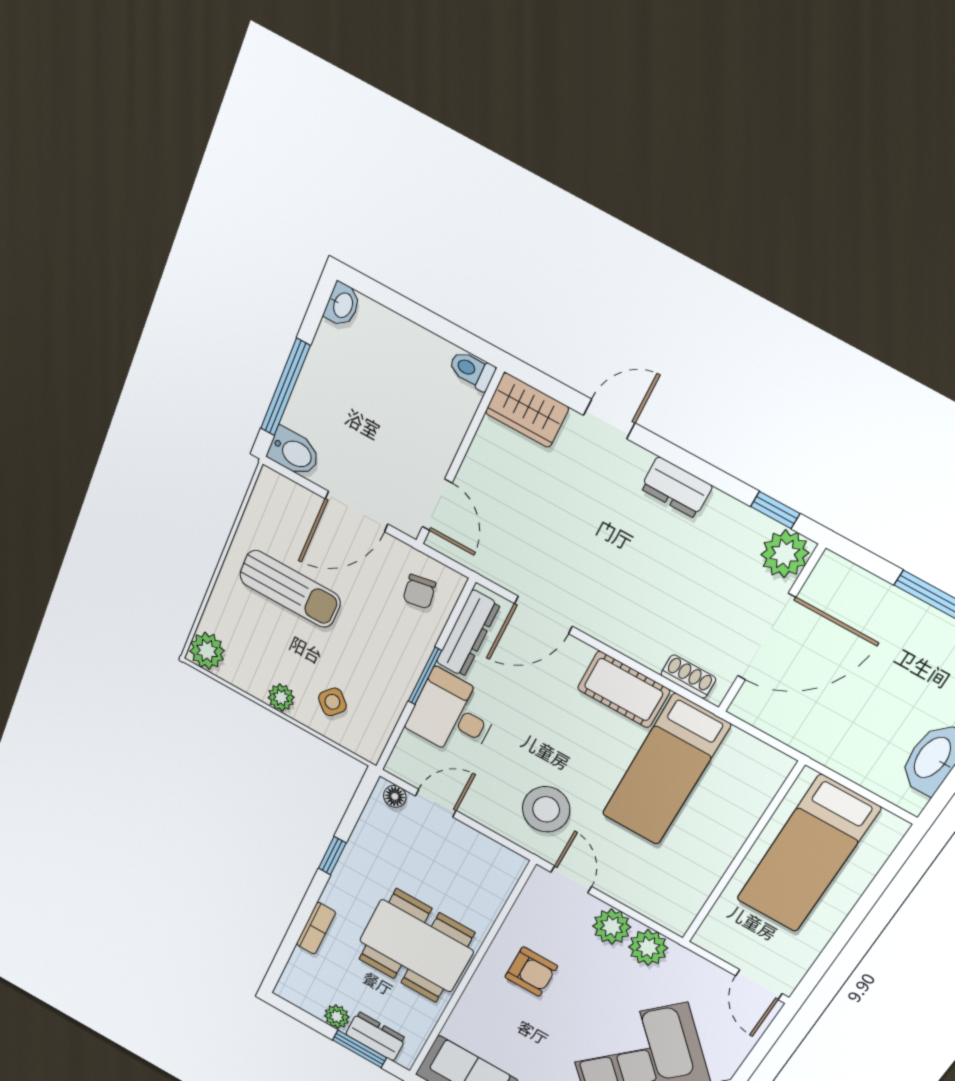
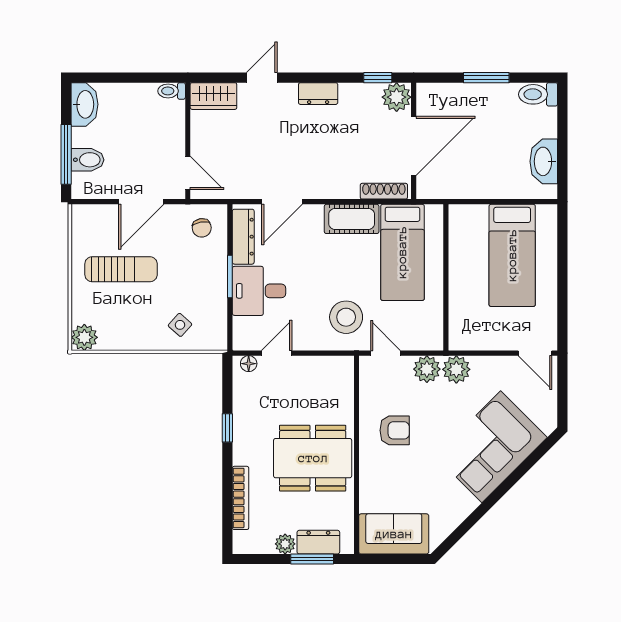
washbasin: (342, 305) -> (84, 104), width x1.91, depth x1.45
bidet: (294, 452) -> (88, 160), moved
shoe rack: (688, 677) -> (384, 191), width x1.43
plant: (281, 698) -> (146, 341), removed
wall: (742, 854) -> (446, 277), moved
bookcase: (316, 928) -> (241, 498), width x1.56

